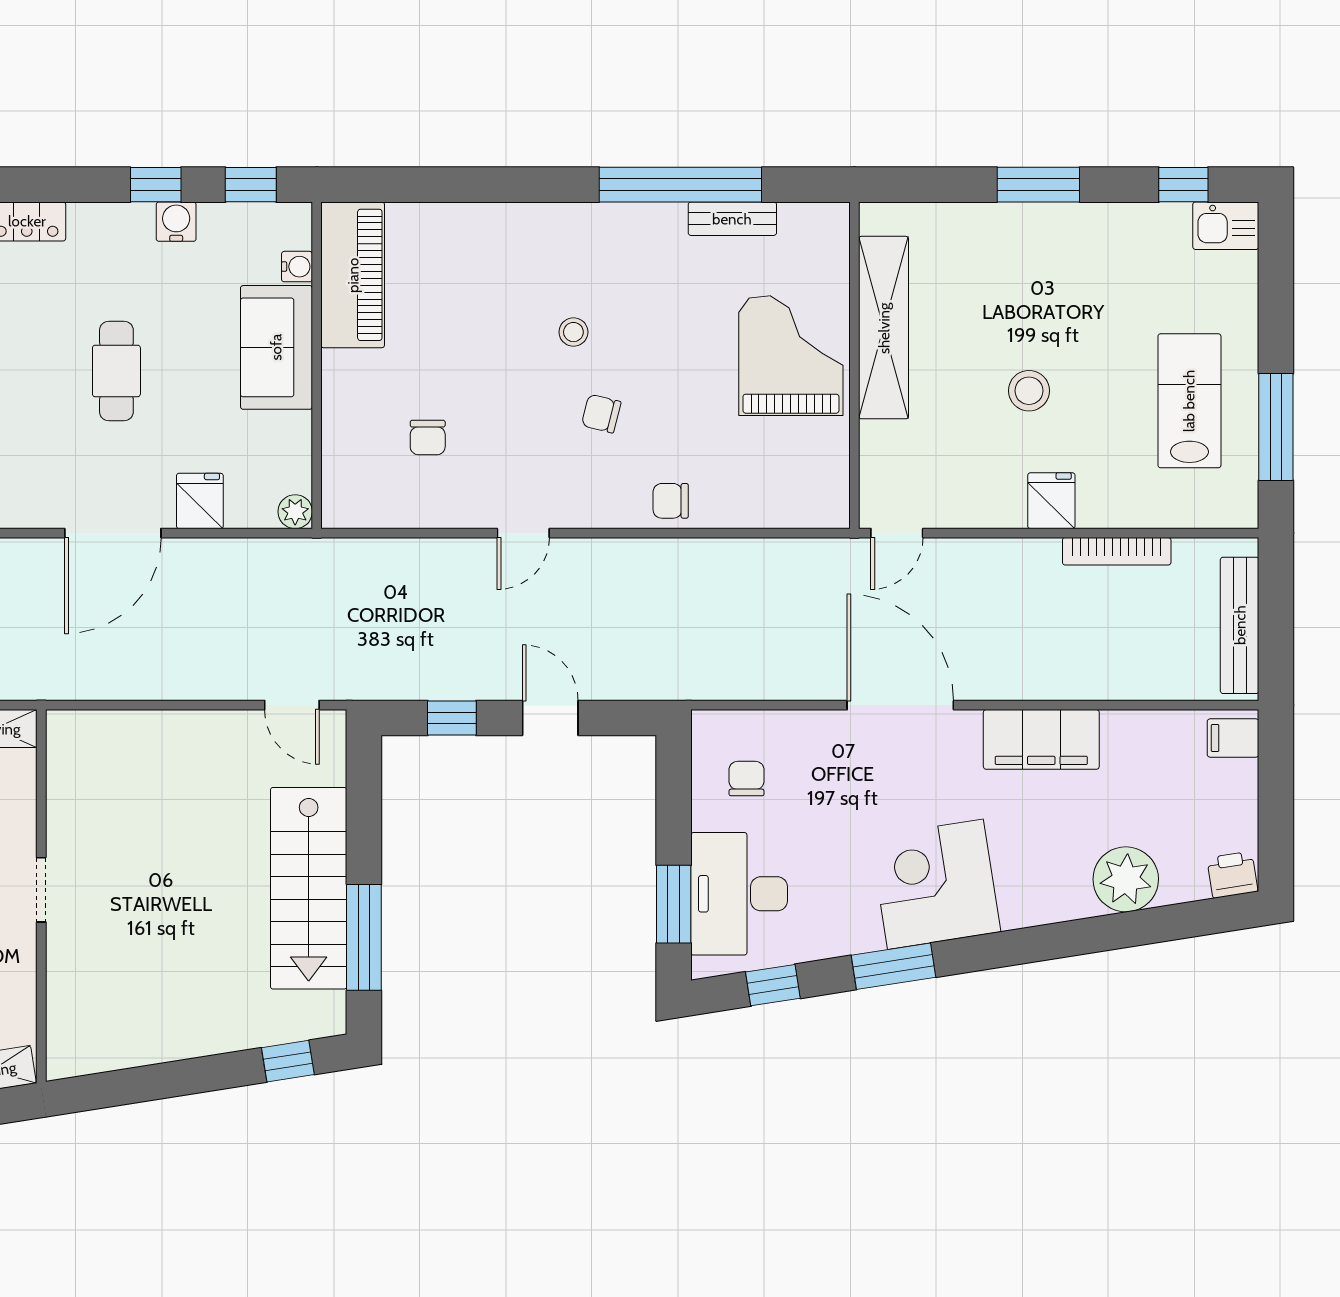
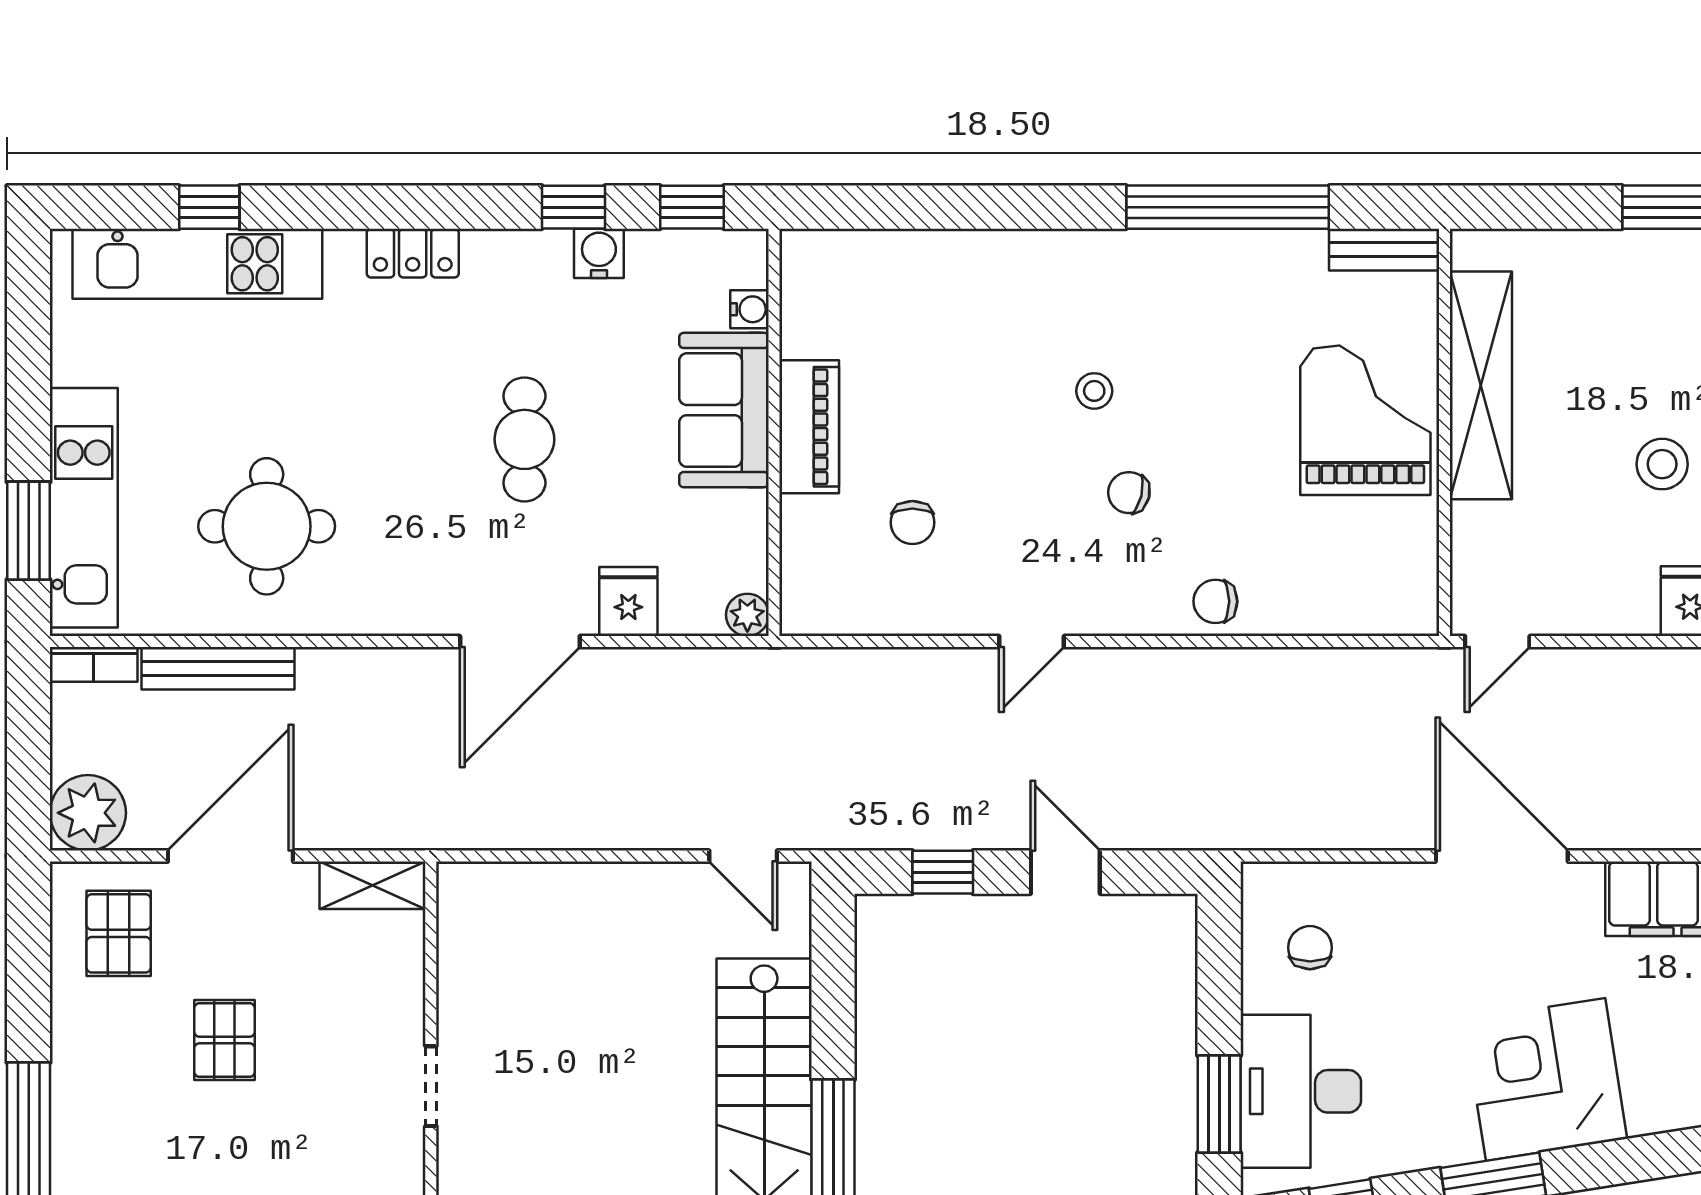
bench: (732, 219) -> (1384, 250), moved
piano: (353, 275) -> (809, 427), moved, width x0.73, depth x0.75

